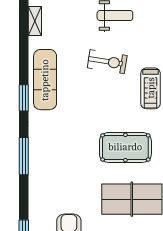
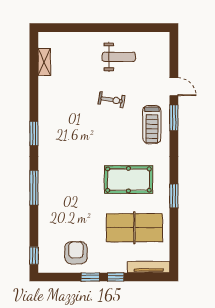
exercise bike: (107, 62) -> (112, 100), width x0.73, depth x0.72
exercise mat: (45, 80) -> (54, 116), removed

